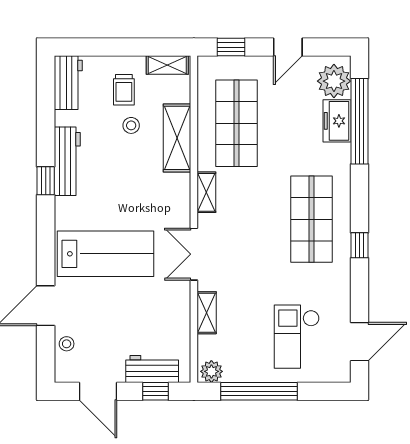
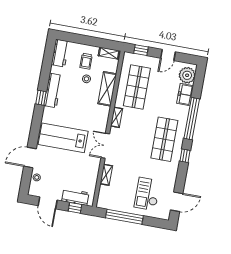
window: (360, 121) -> (192, 119), moved
lab bench: (105, 254) -> (63, 138), turned 180
plant: (211, 371) -> (103, 203), removed

